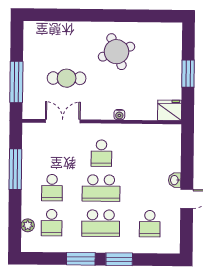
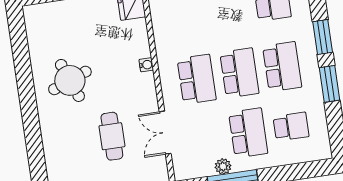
school desk: (101, 153) -> (197, 79), width x1.85
school desk: (52, 188) -> (248, 133), width x1.85
plant: (28, 225) -> (223, 166), moved

